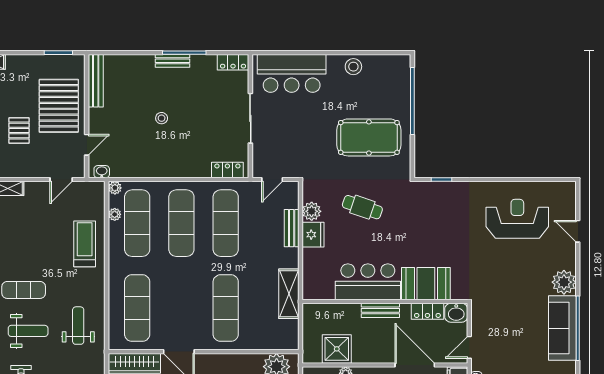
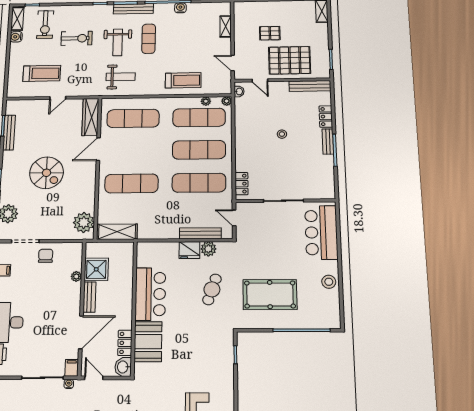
locker: (233, 62) -> (326, 117), moved
pool table: (369, 137) -> (270, 294), turned 90
bench: (292, 228) -> (200, 233), width x1.36
shelving: (289, 294) -> (117, 232), moved
bench: (380, 310) -> (89, 297), moved

